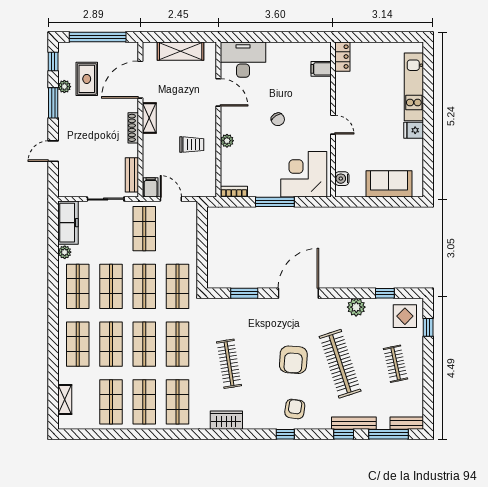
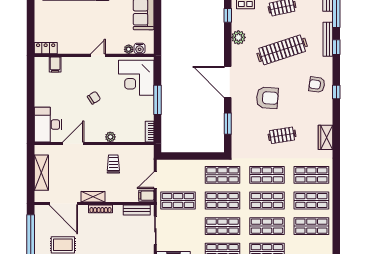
plant: (341, 164) -> (129, 49), added
armchair: (293, 360) -> (267, 98), moved
clothes rail: (229, 364) -> (282, 135), width x0.73

